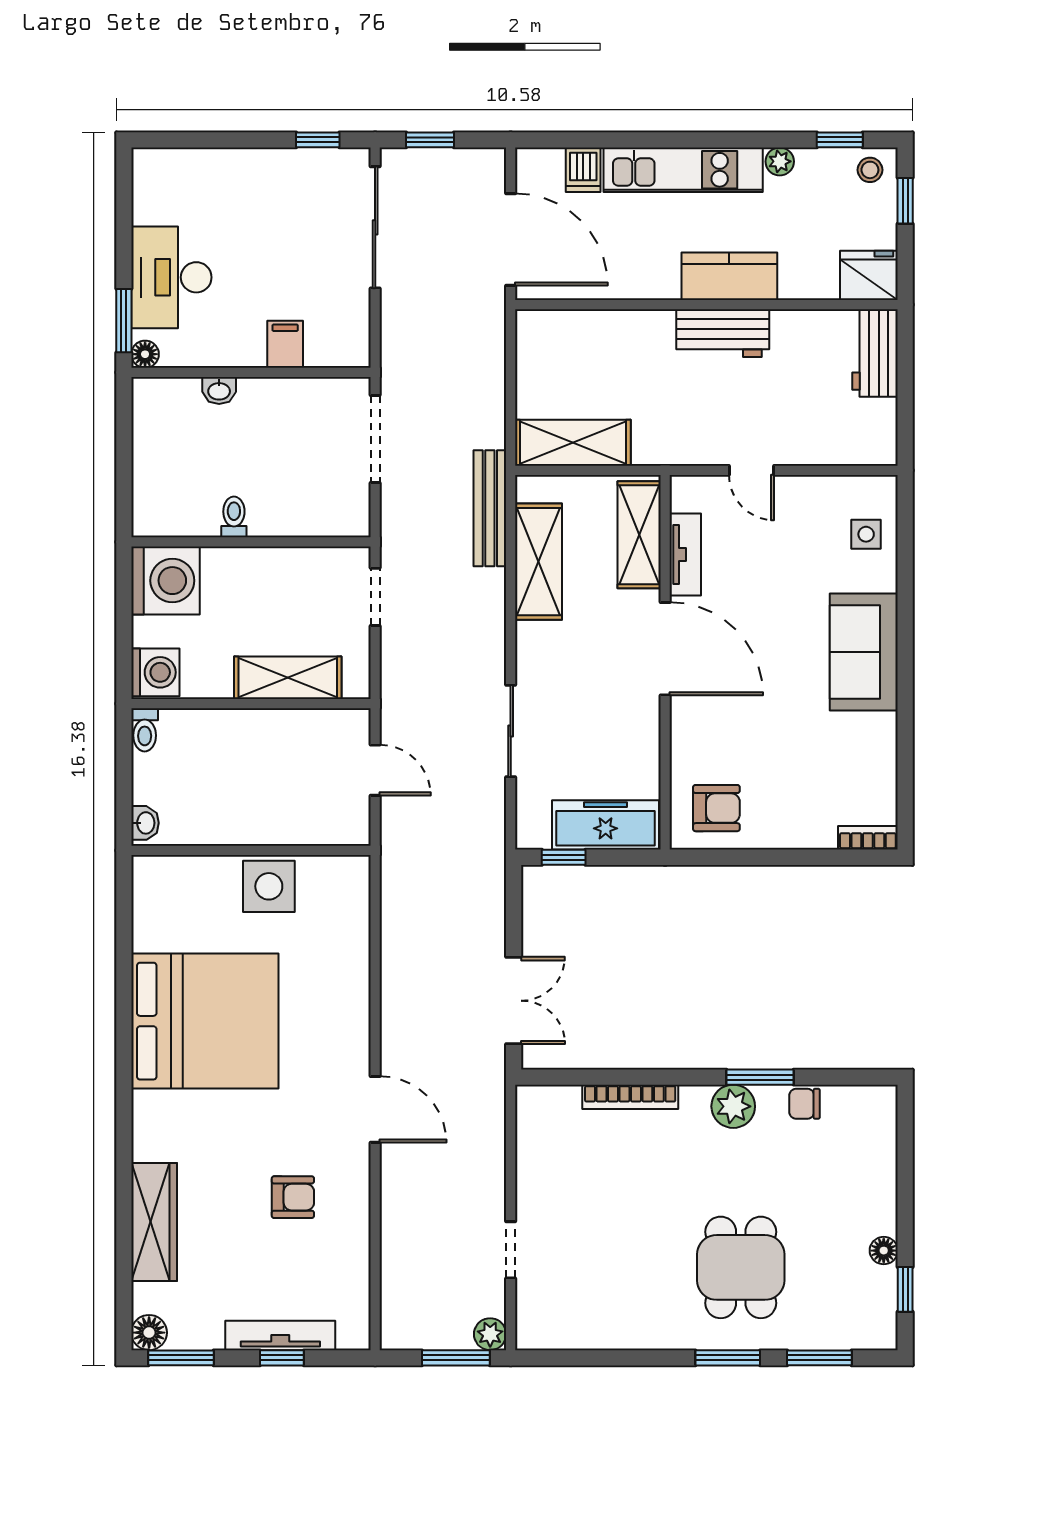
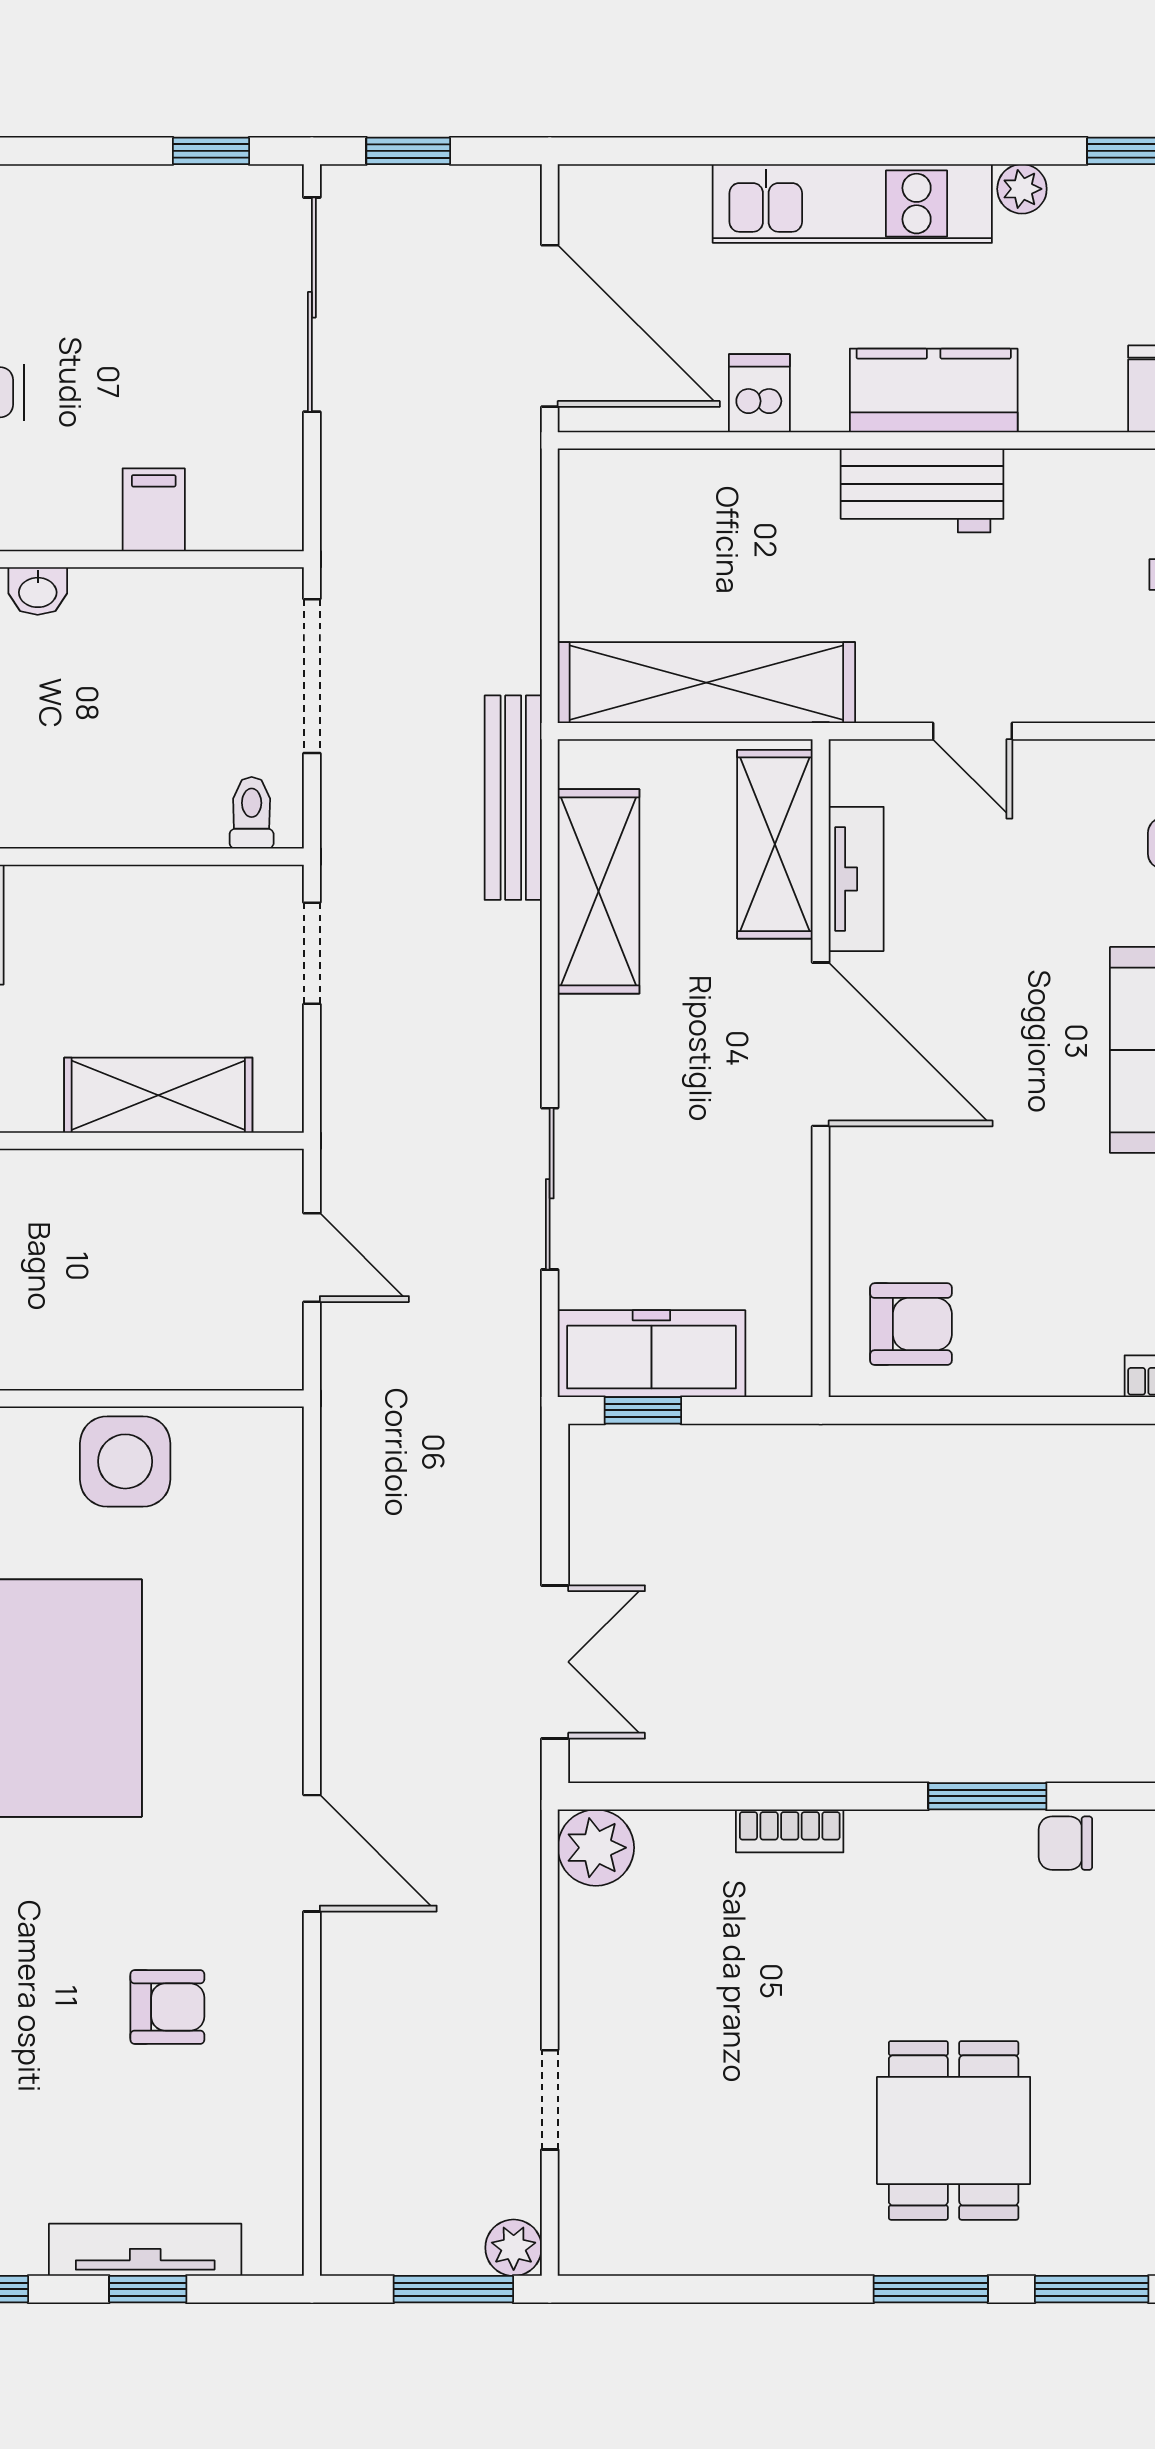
dishwasher: (583, 170) -> (759, 393), moved, turned 180
shelving: (573, 443) -> (706, 683), width x1.47
toilet: (234, 517) -> (252, 813), moved
freezer: (606, 825) -> (651, 1354), moved
bookcase: (630, 1097) -> (790, 1831), width x0.64
plant: (733, 1106) -> (596, 1848), moved

